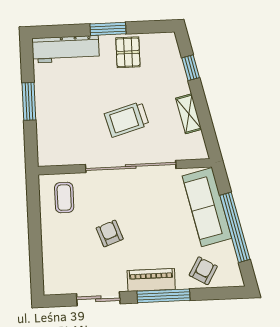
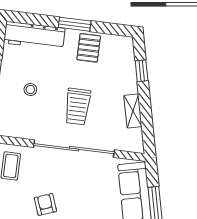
stool: (71, 109) -> (30, 89), added
trolley: (127, 119) -> (78, 107), turned -74

